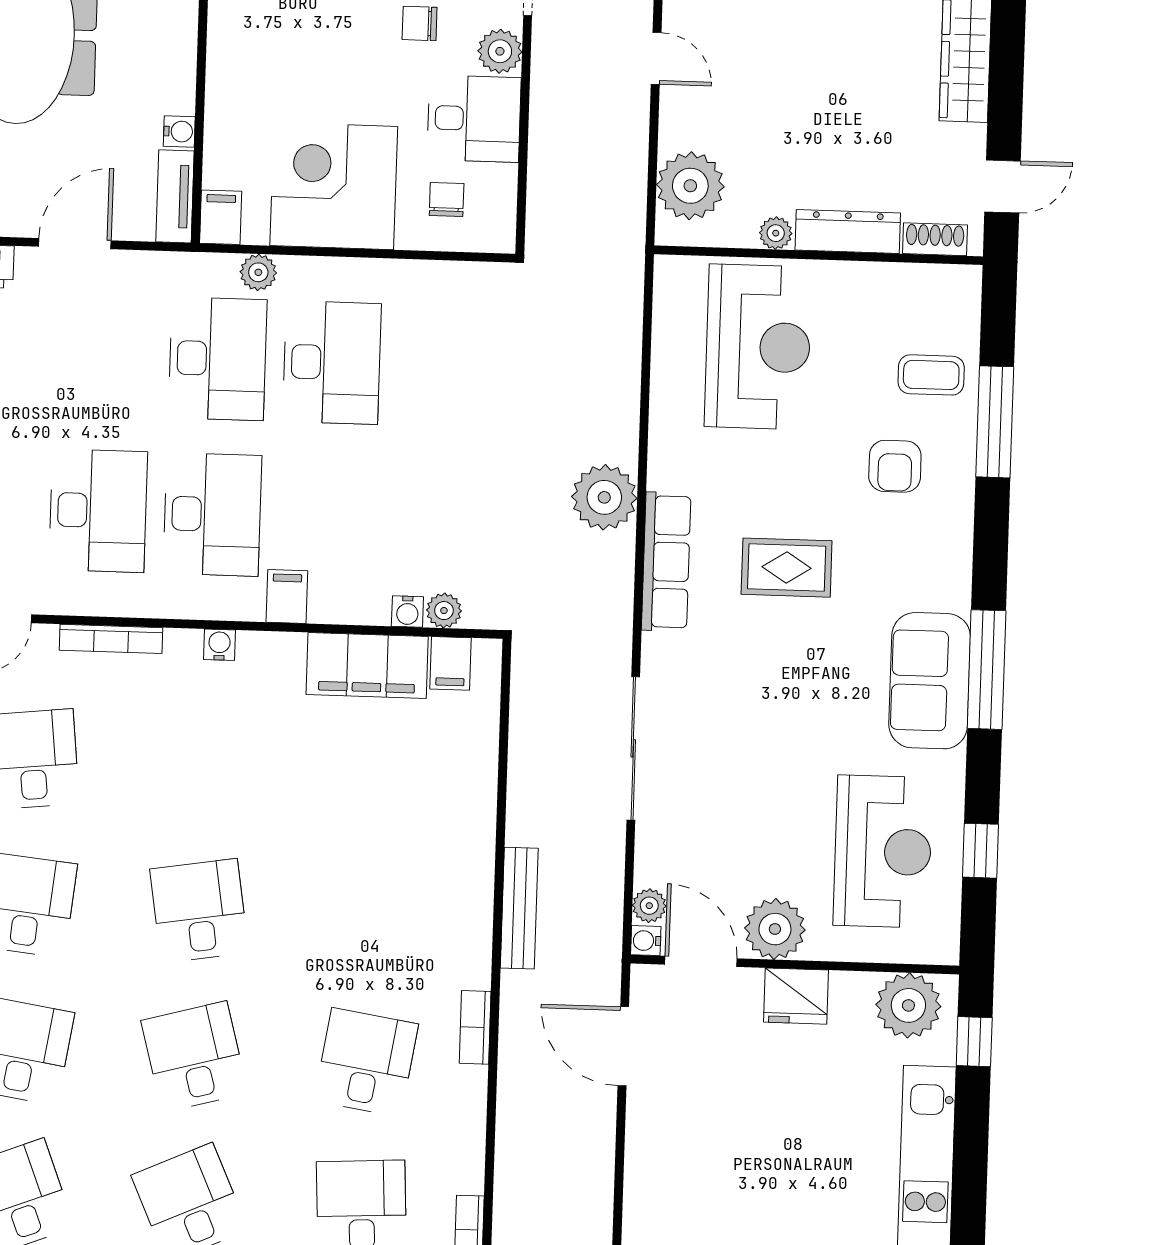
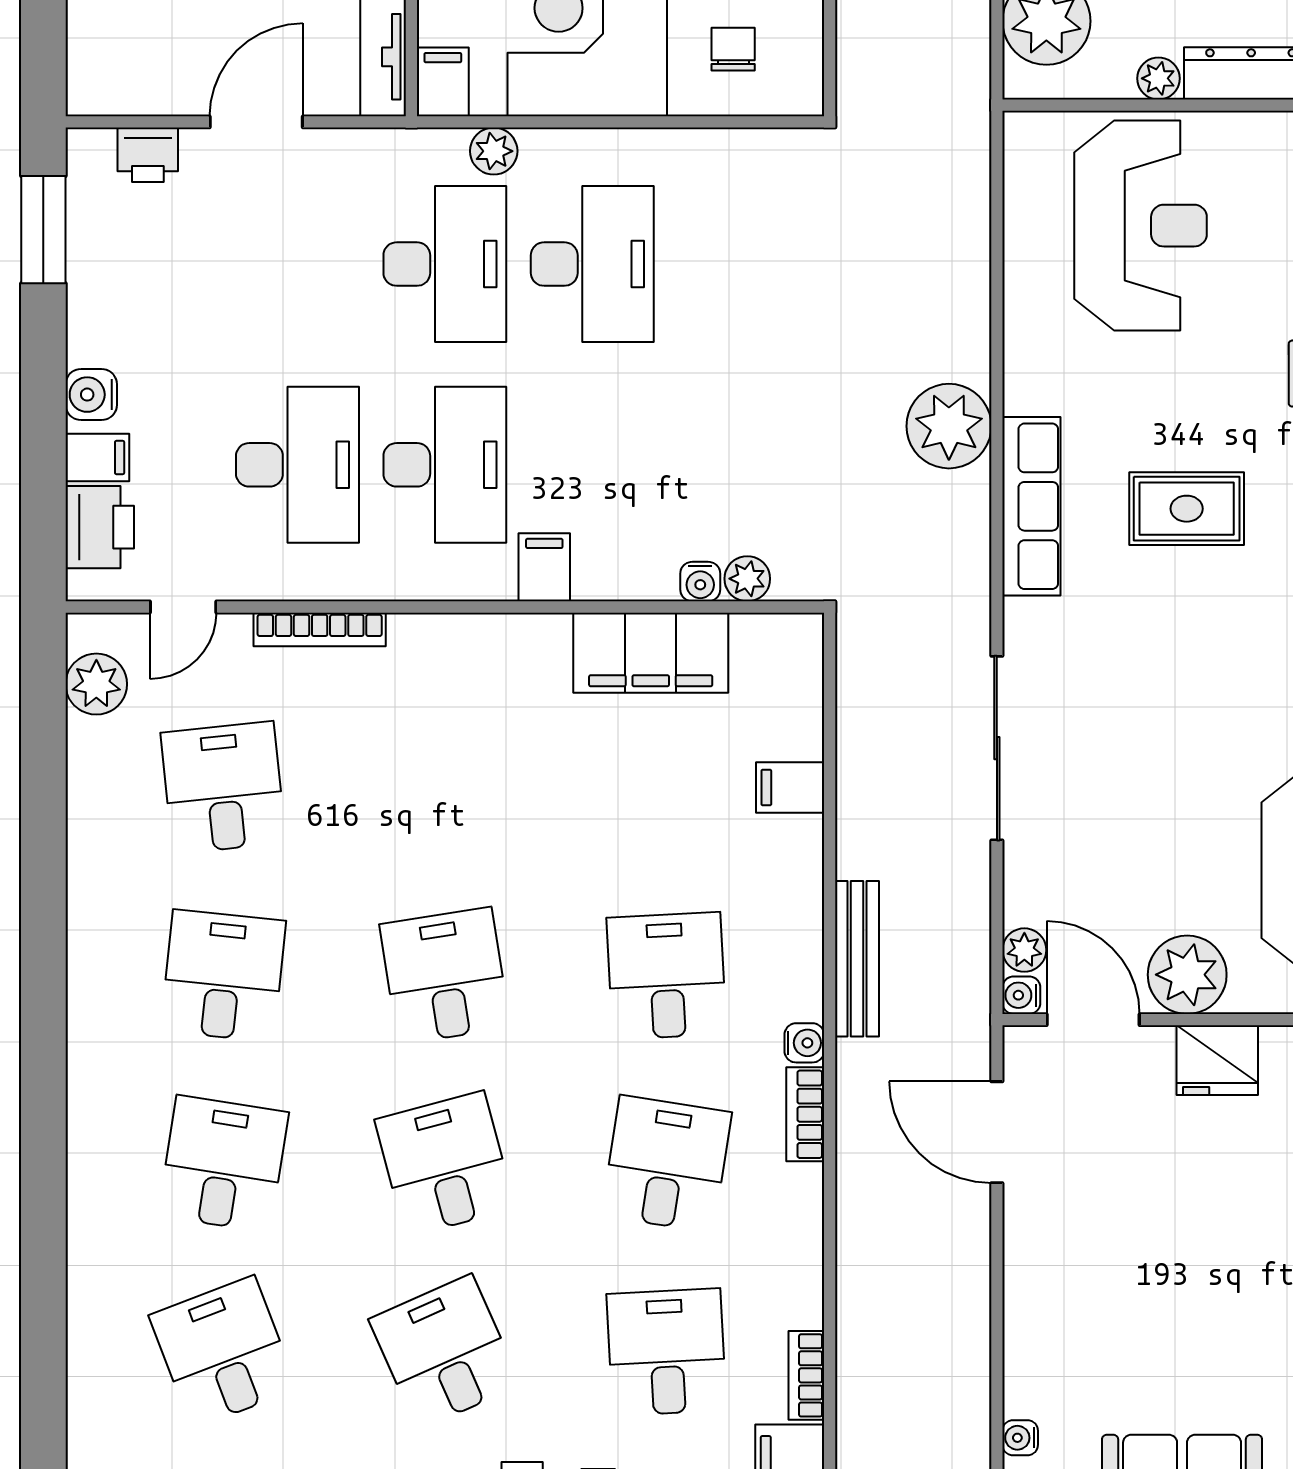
water cooler: (219, 645) -> (804, 1043), moved, turned 90
filing cabinet: (450, 663) -> (790, 788), moved, turned 90
desk: (371, 916) -> (666, 976), added

